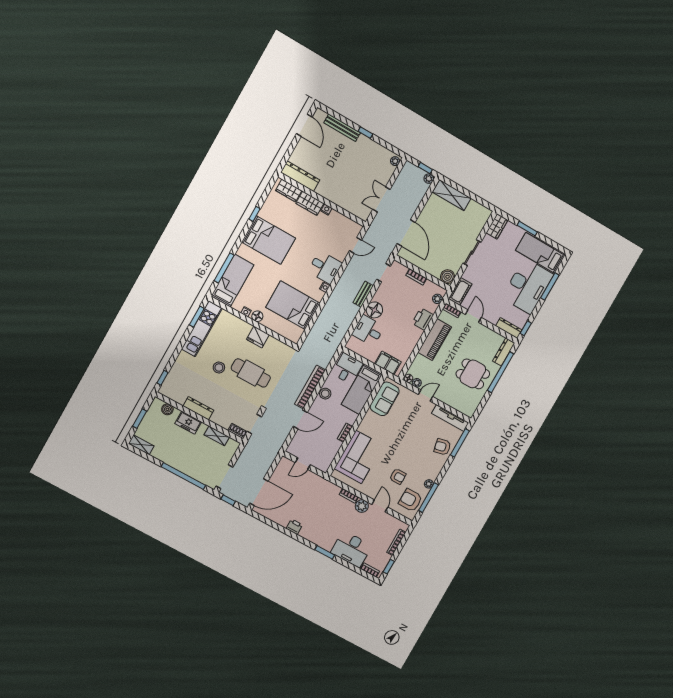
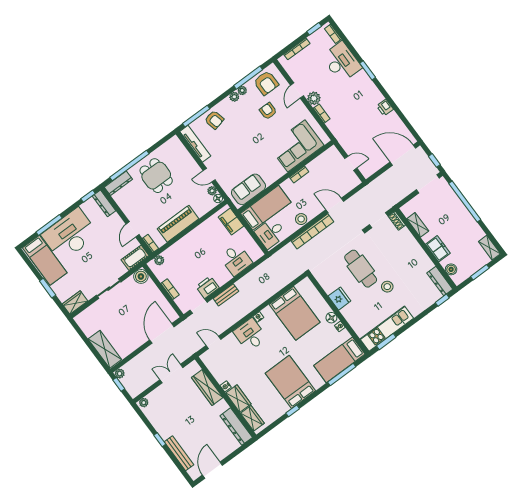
double door: (381, 199) -> (171, 374), swing flipped
wardrobe: (343, 201) -> (207, 388), added
floor lamp: (374, 310) -> (222, 276), removed
printer: (423, 319) -> (207, 287), moved, turned 180
dresser: (198, 408) -> (440, 281), moved
plant: (433, 475) -> (234, 97), added

